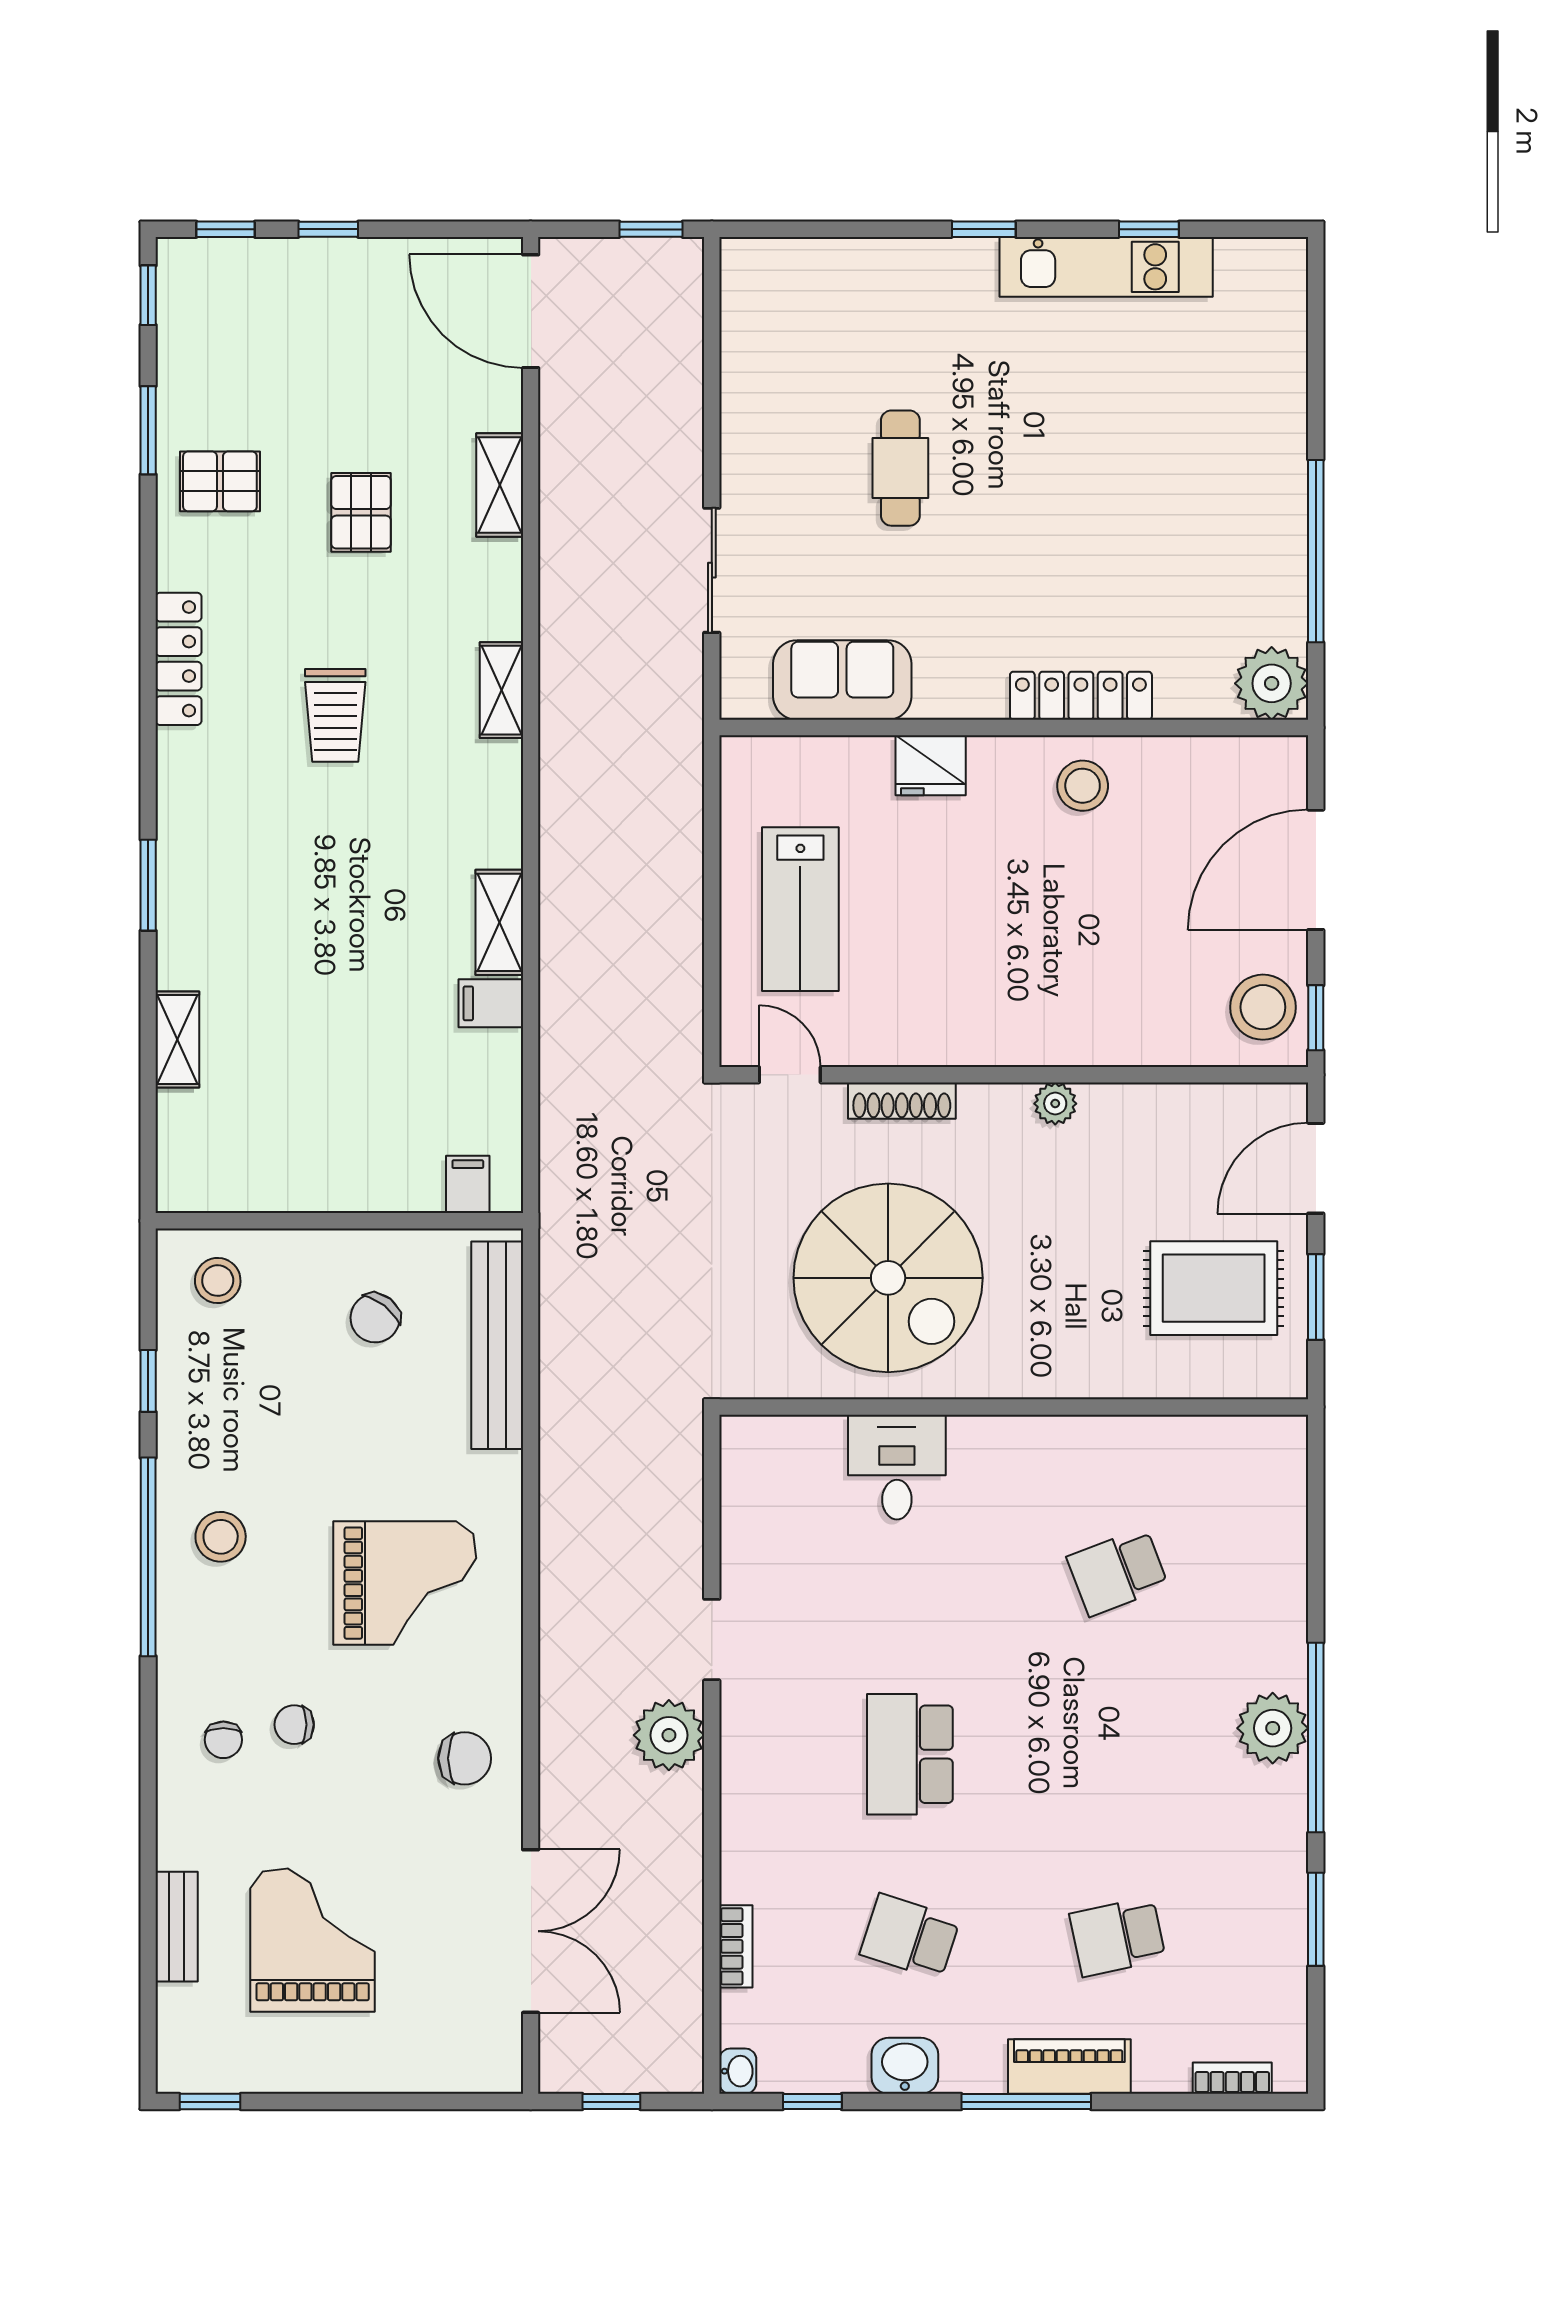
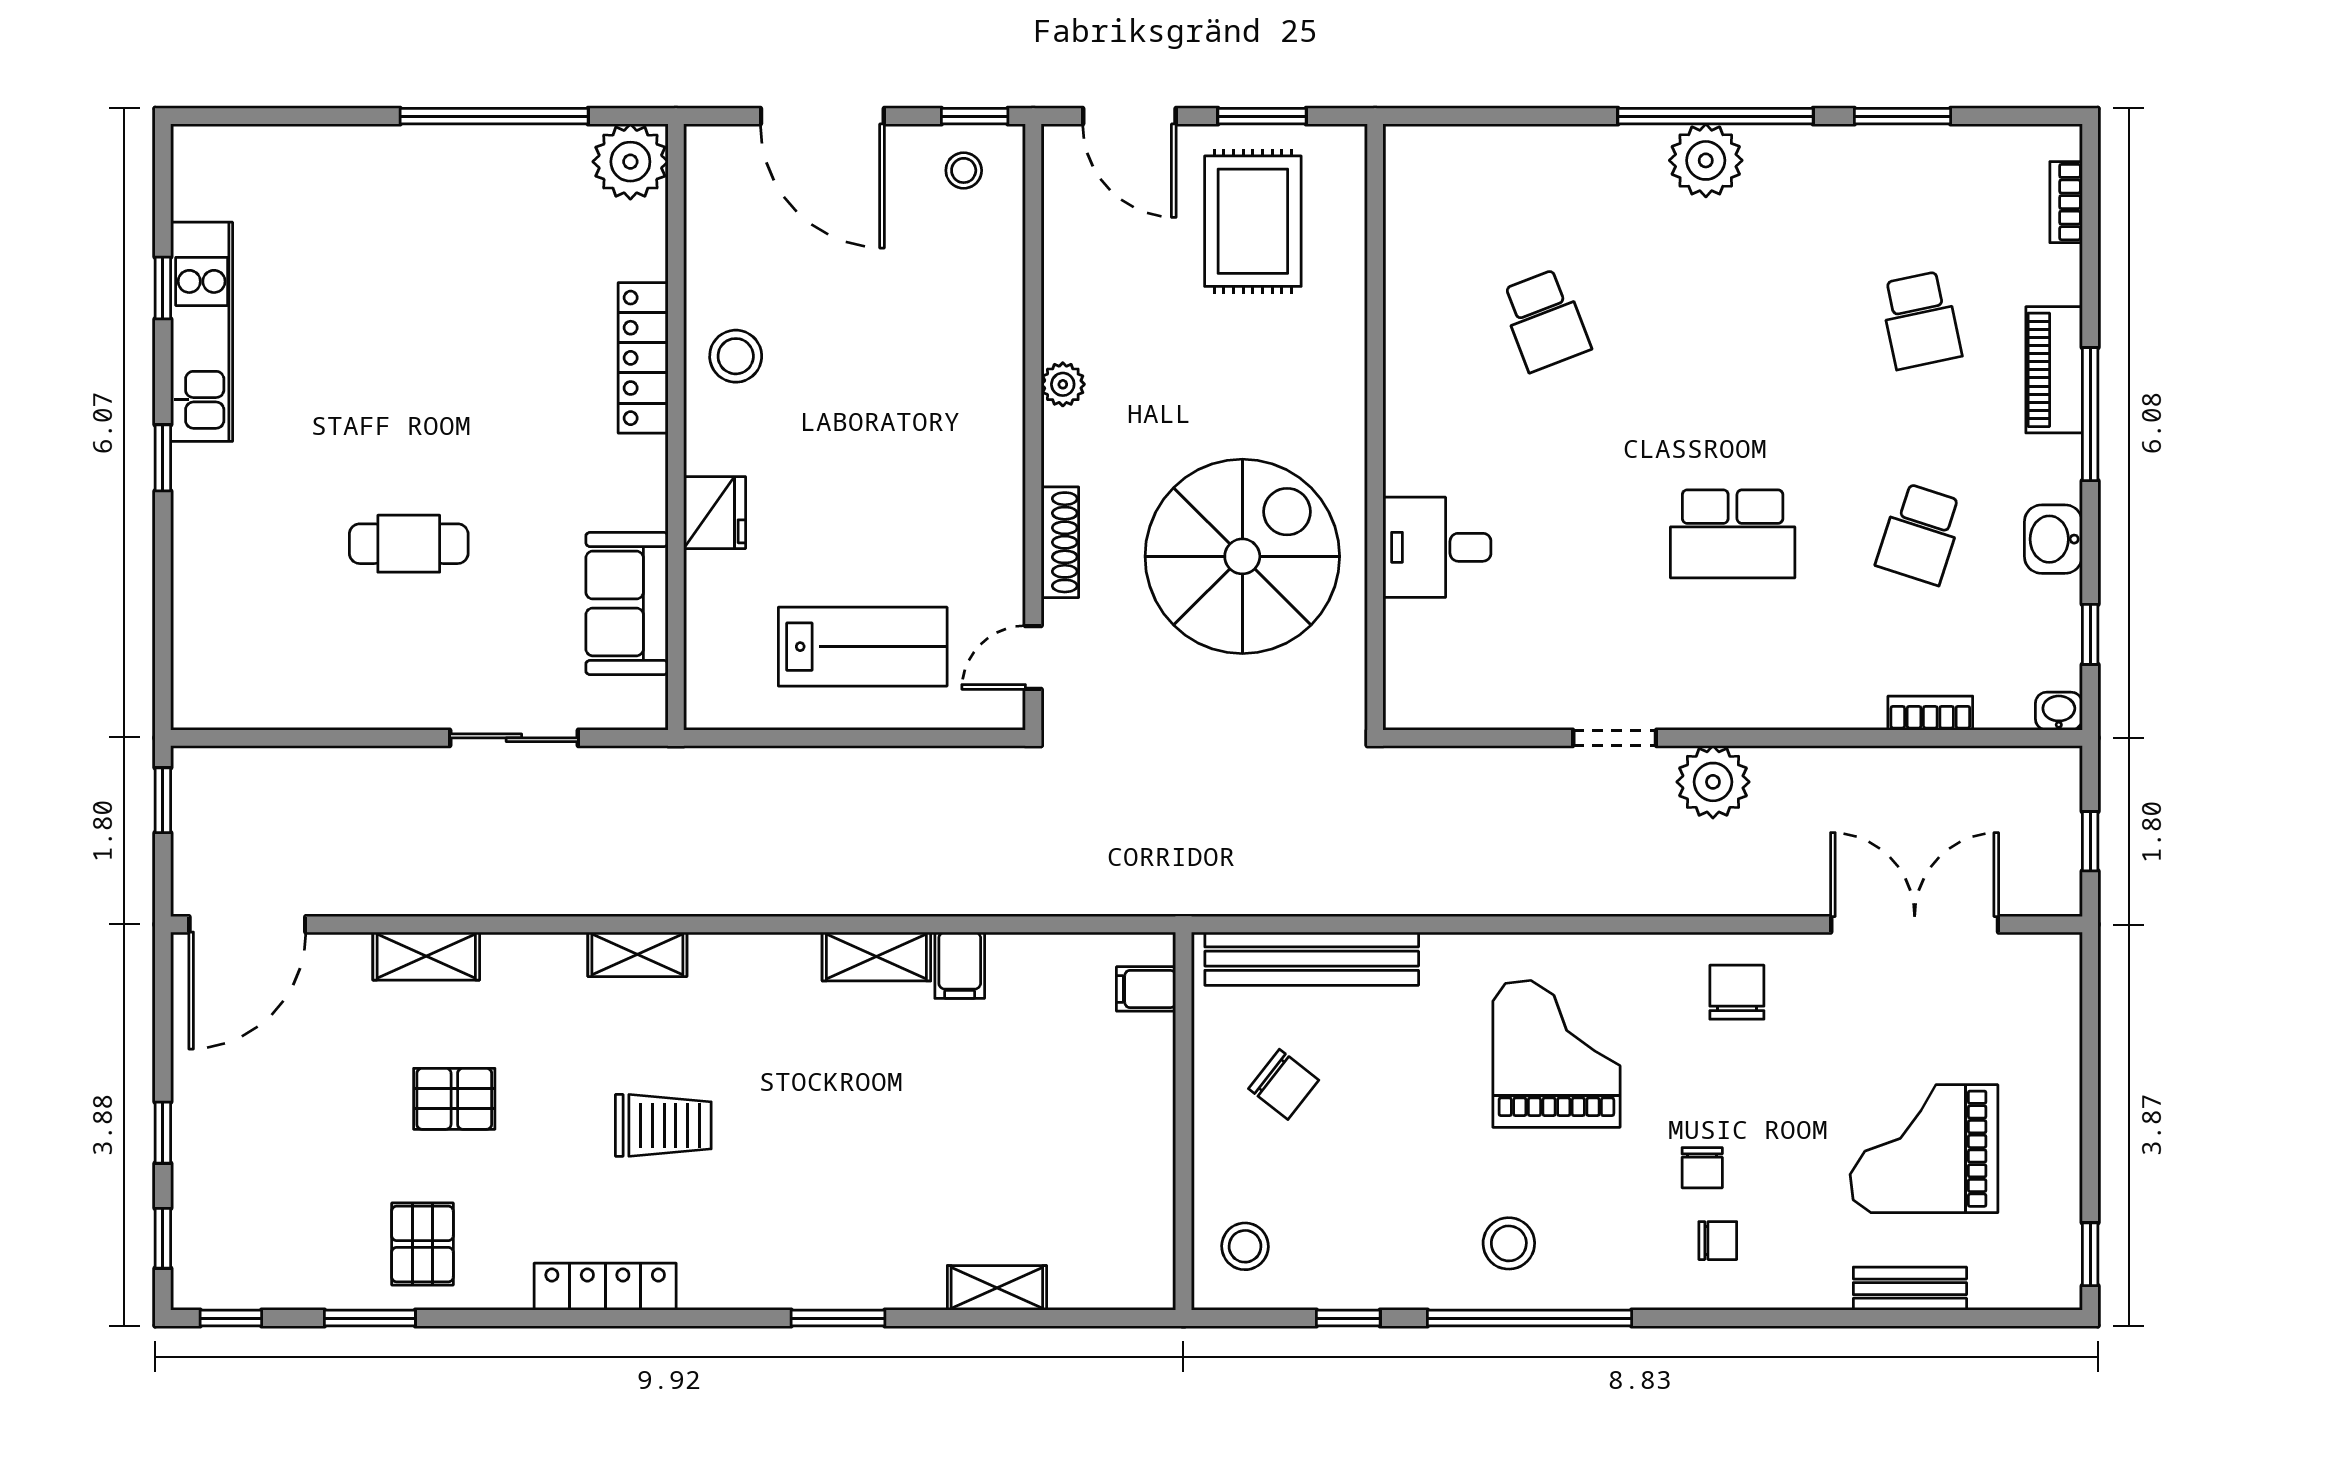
stool: (1263, 1007) -> (964, 170), width x0.53, depth x0.53

